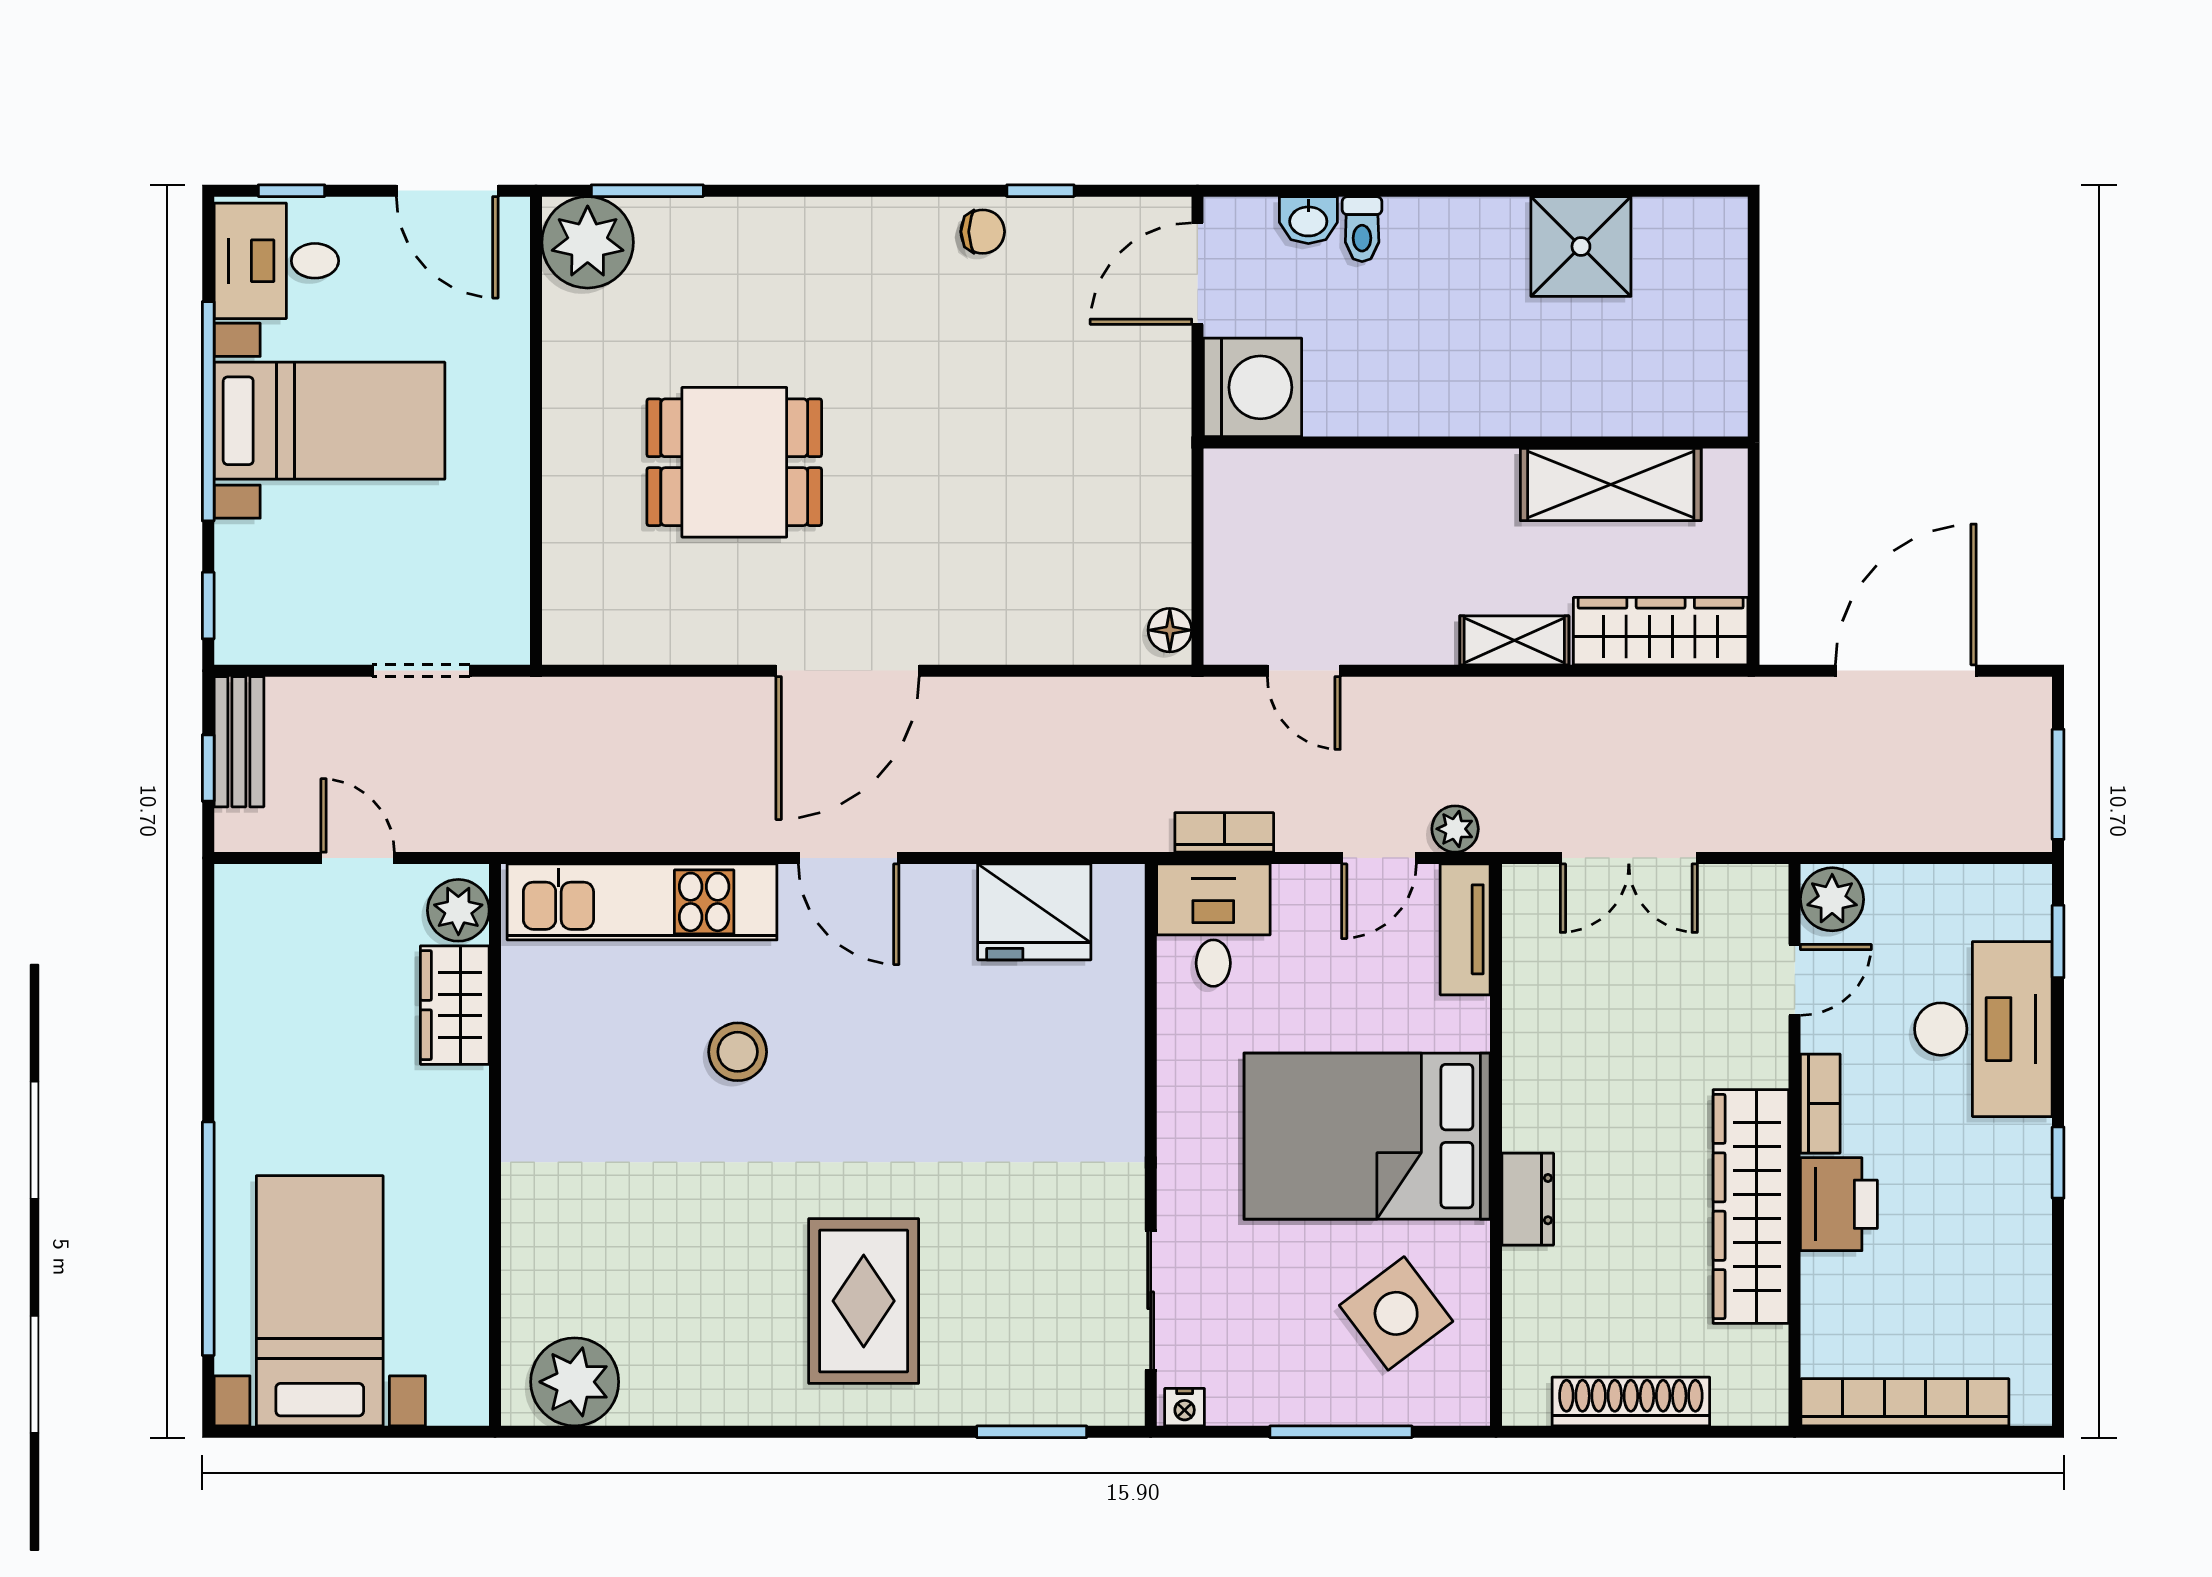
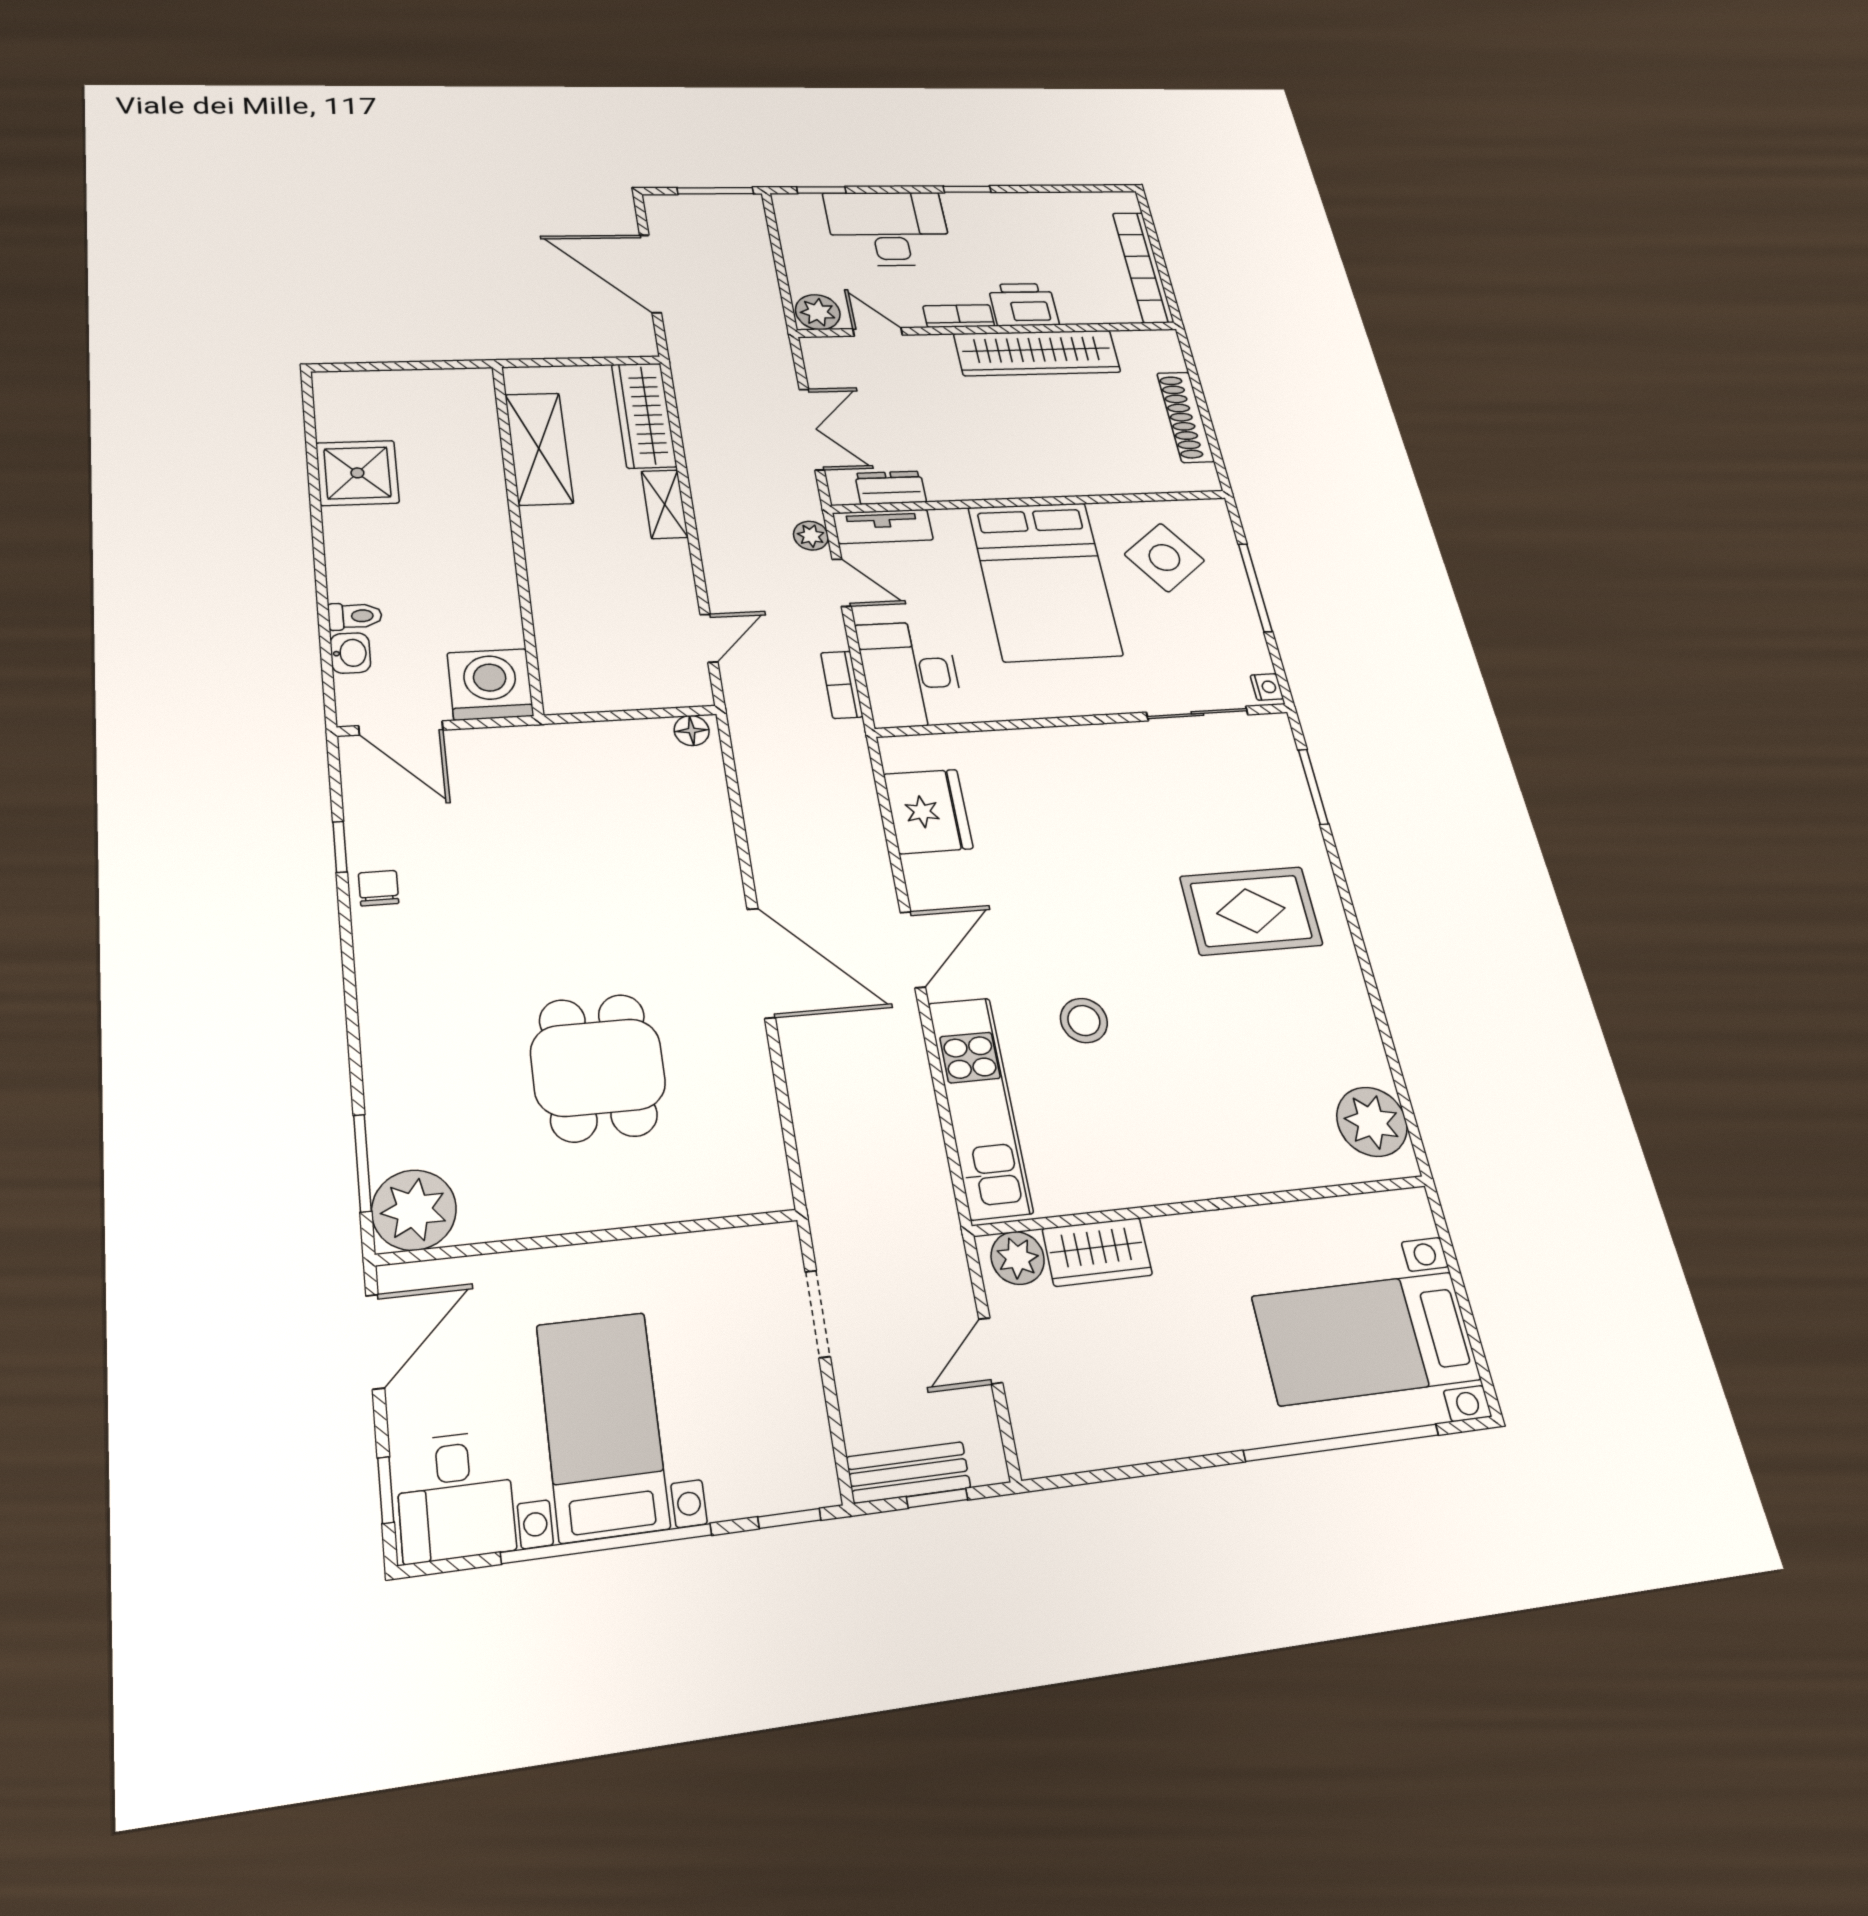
desk: (1213, 925) -> (910, 674), width x1.37
dresser: (1528, 1199) -> (891, 488), moved

